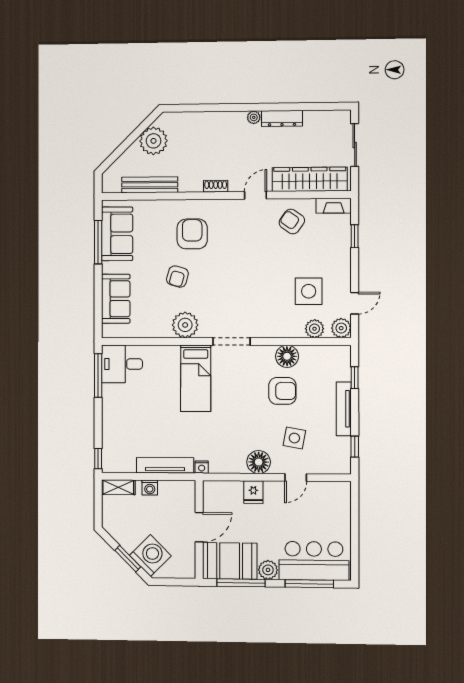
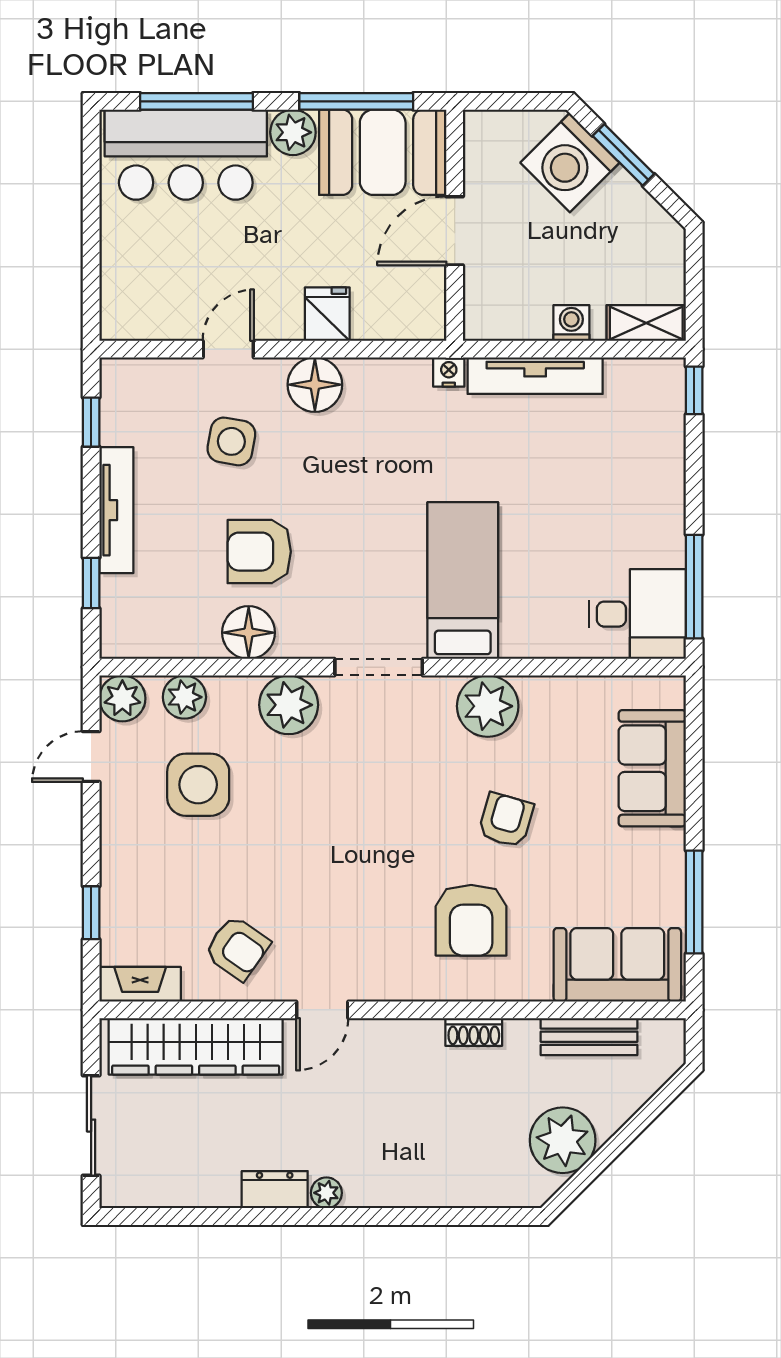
dresser: (282, 118) -> (275, 1190), width x0.70
bench: (150, 185) -> (589, 1037), width x0.73
shoe rack: (216, 186) -> (474, 1032), moved
sofa: (117, 234) -> (617, 965), moved, turned 90
plant: (270, 325) -> (289, 705), added

